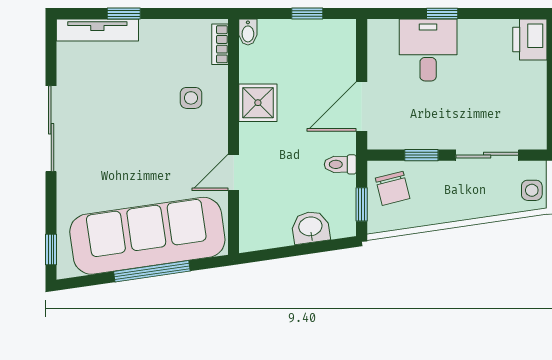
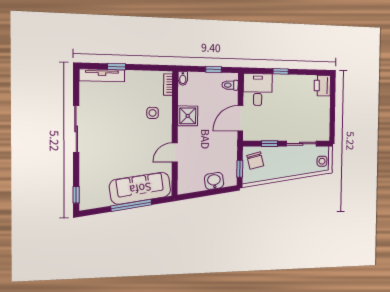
desk: (428, 50) -> (258, 90), moved
toilet: (340, 164) -> (230, 85), moved
sofa: (147, 236) -> (140, 188), width x0.74, depth x0.79

